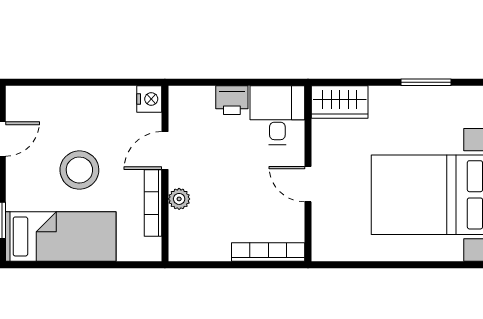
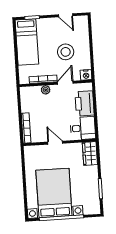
printer: (232, 100) -> (85, 103), width x1.87, depth x1.48
door: (165, 151) -> (65, 83), hinge flipped
stool: (79, 170) -> (66, 52), moved
door: (308, 184) -> (55, 143), hinge flipped

